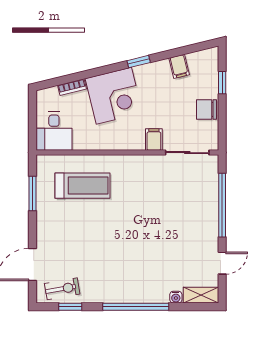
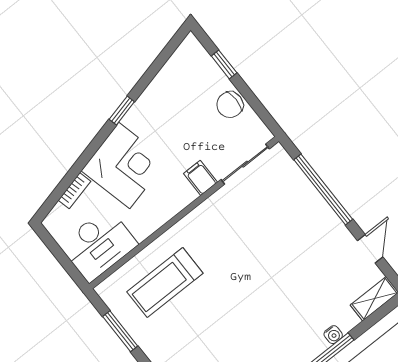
filing cabinet: (179, 66) -> (167, 83), removed
desk: (54, 131) -> (98, 245), width x1.37
treadmill: (83, 186) -> (165, 283), turned 180
water cooler: (176, 297) -> (333, 335), moved

